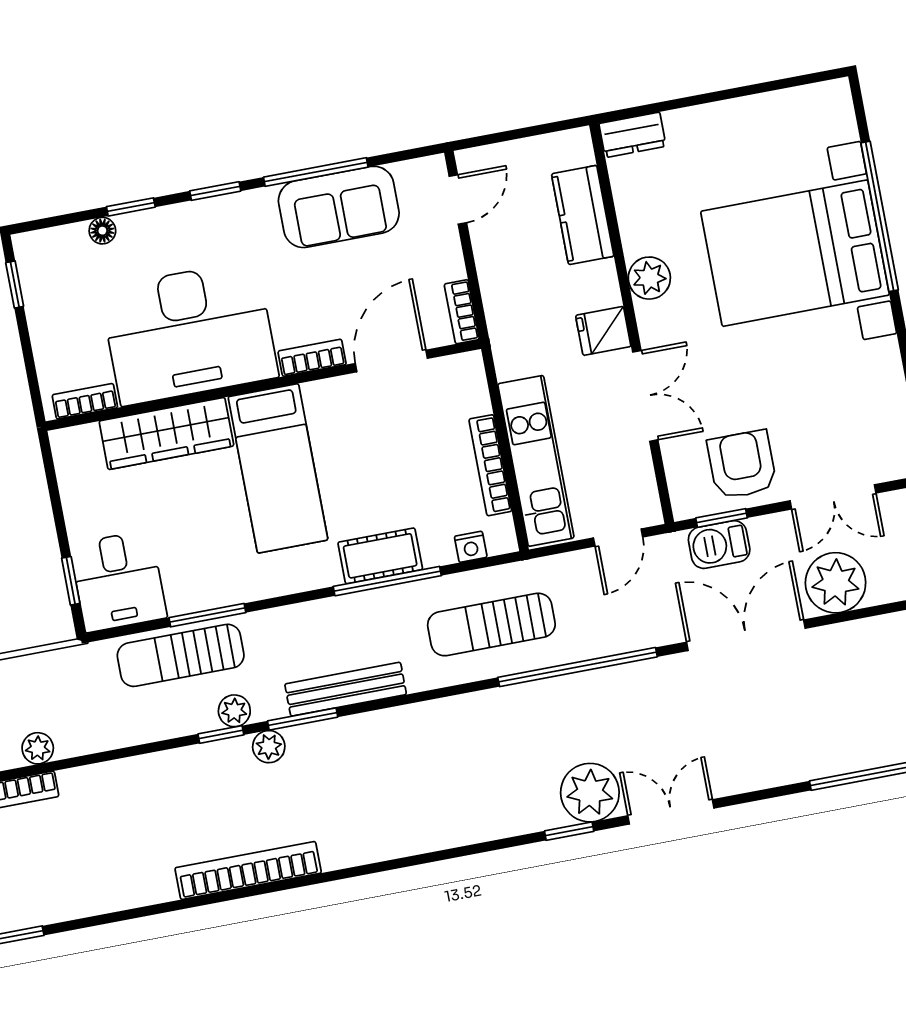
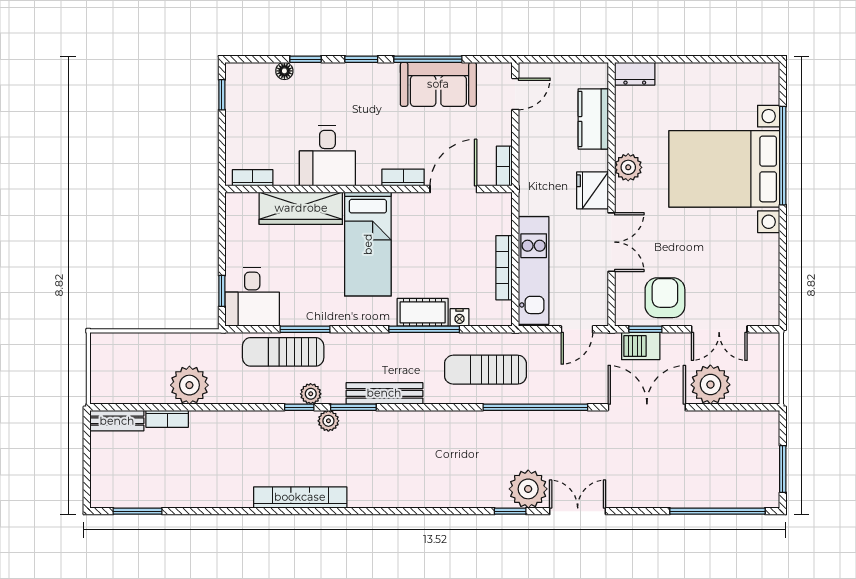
fridge: (603, 331) -> (592, 190), width x1.38
desk: (189, 333) -> (327, 156), width x0.53, depth x0.77
nightstand: (471, 547) -> (460, 317), moved
plant: (38, 748) -> (189, 385), width x1.88, depth x1.88

